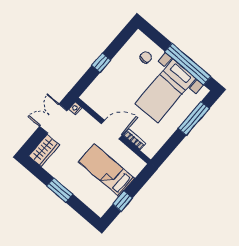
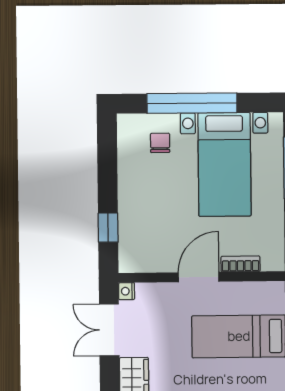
window: (101, 63) -> (108, 228), moved
window: (188, 64) -> (192, 103), moved

